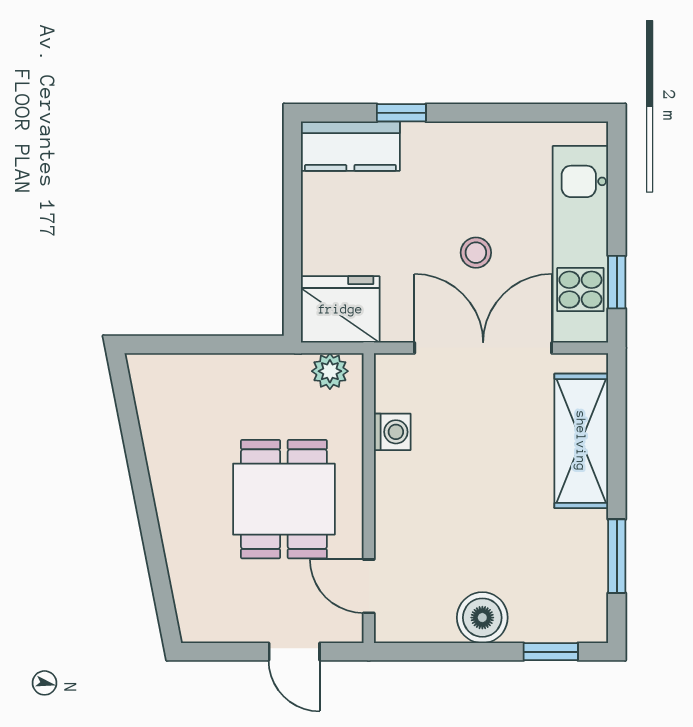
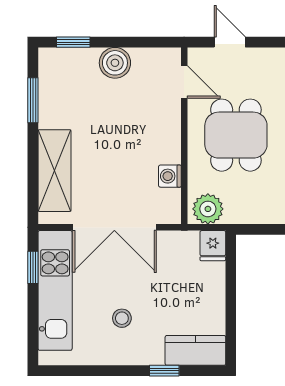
stool: (476, 253) -> (122, 318), moved
fridge: (340, 309) -> (213, 246), width x0.53, depth x0.75
plant: (330, 371) -> (208, 209), width x1.38, depth x1.38

